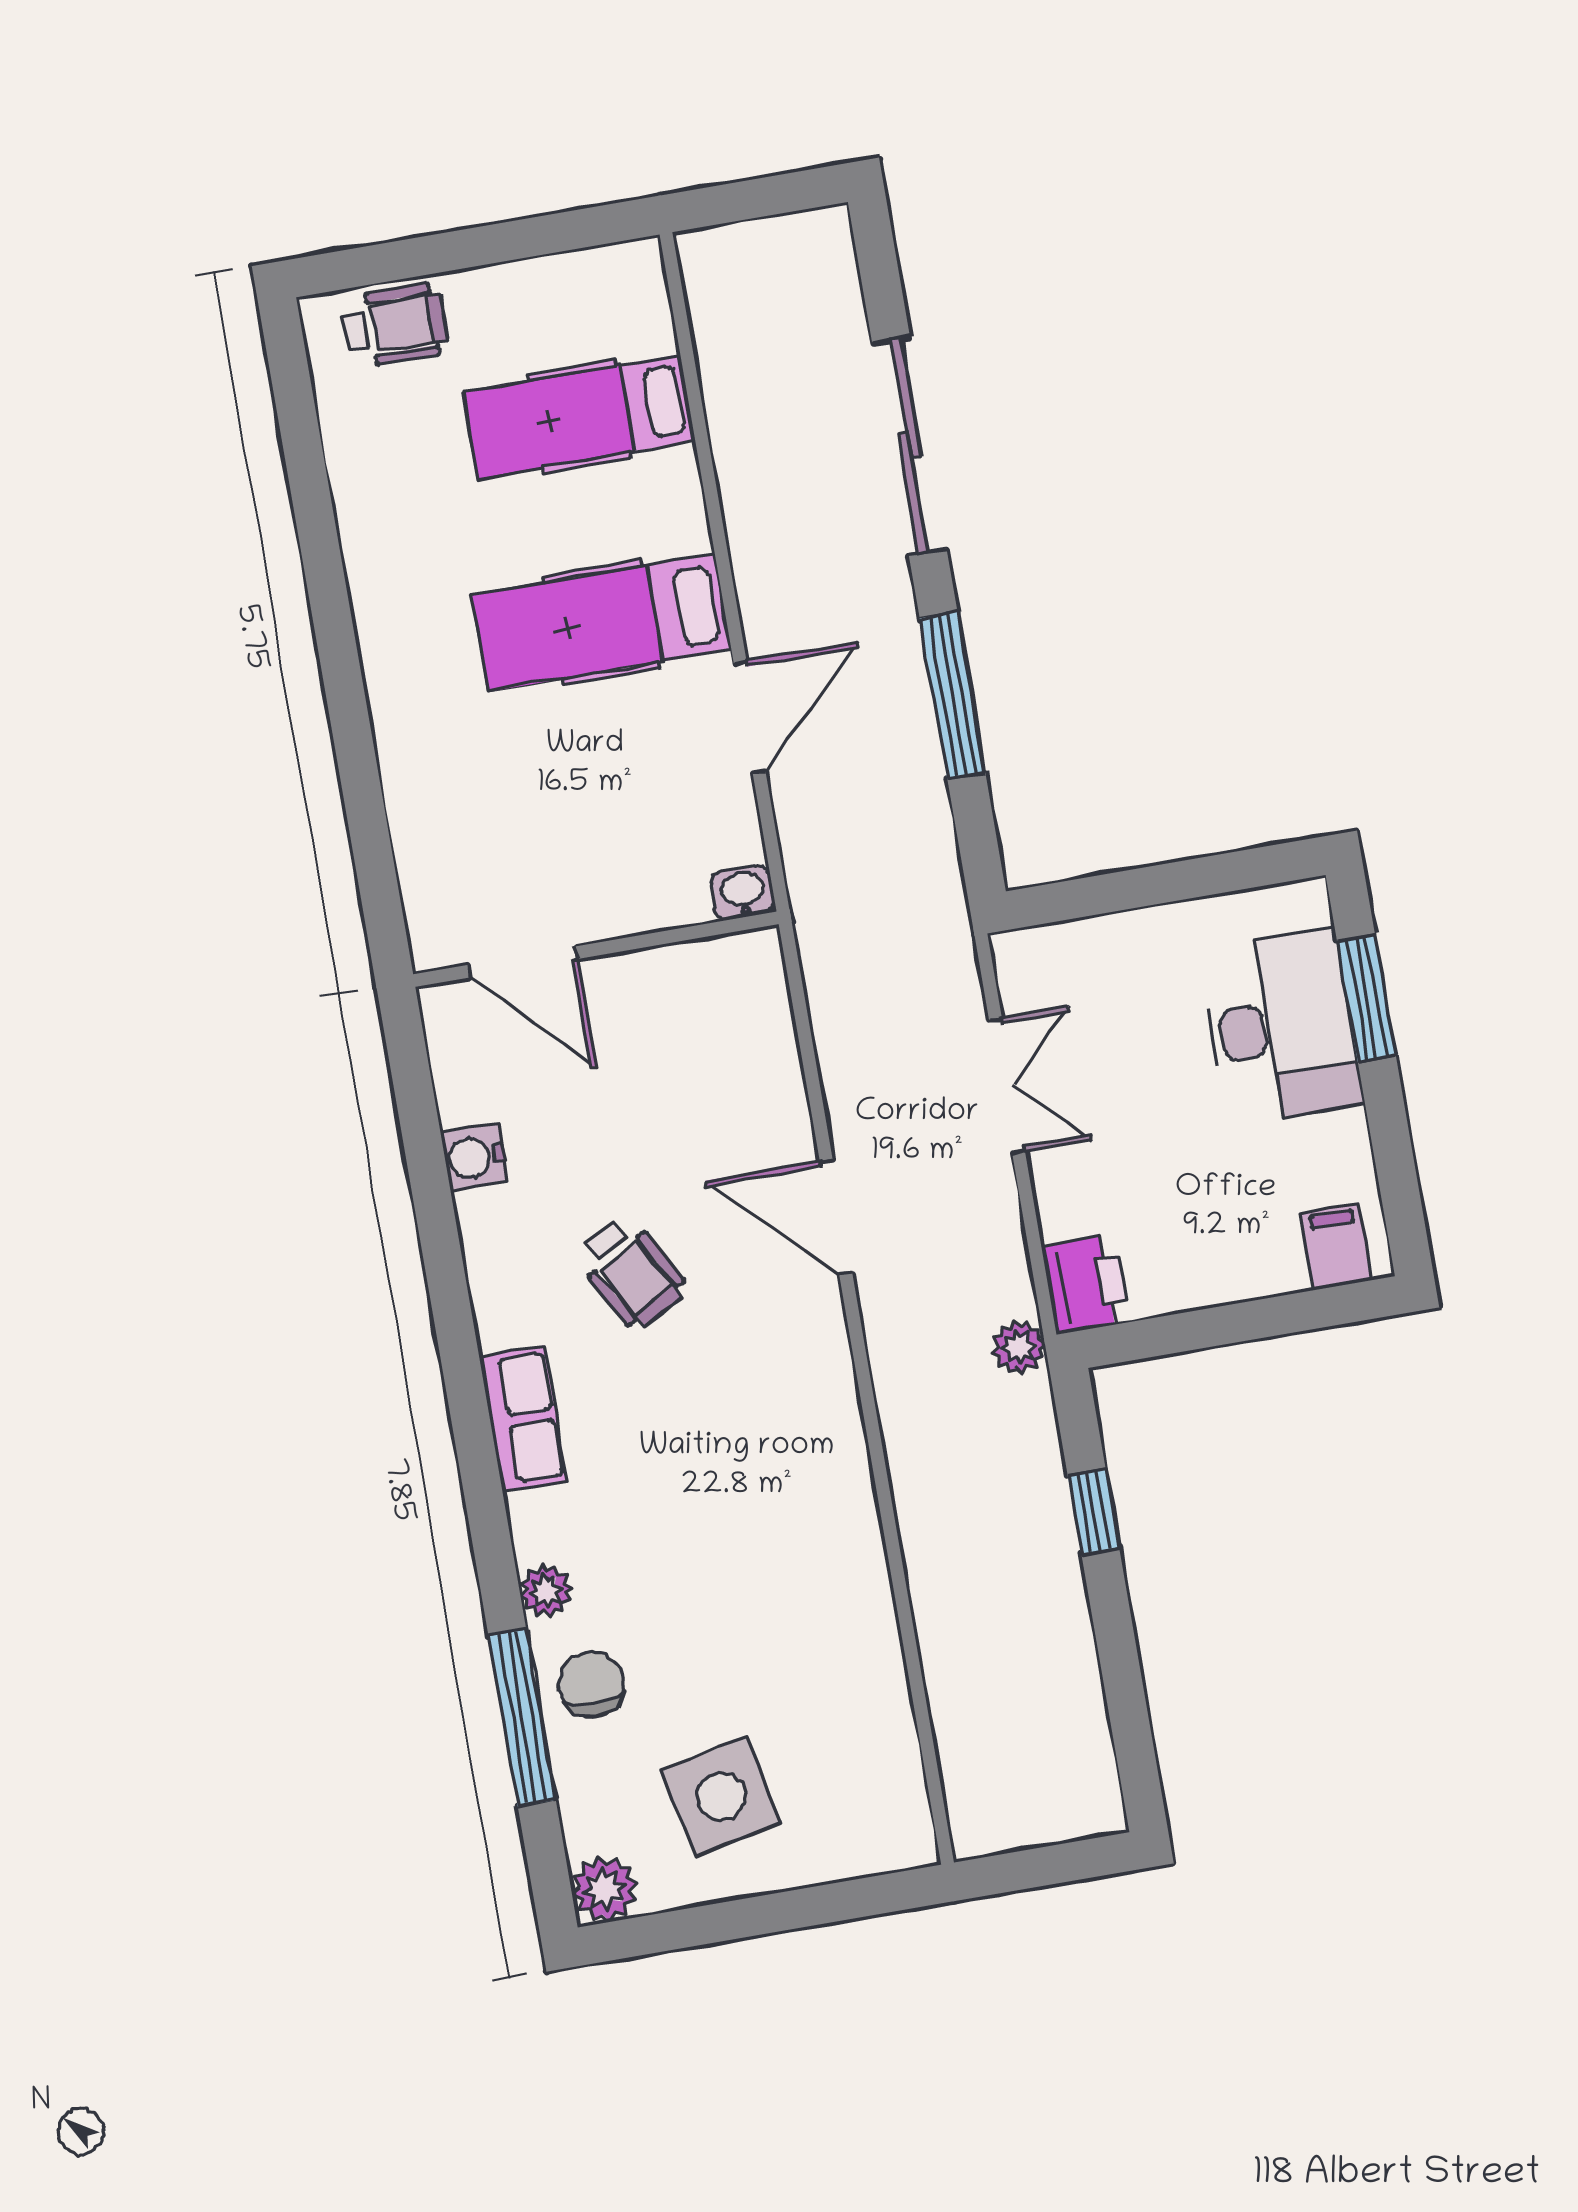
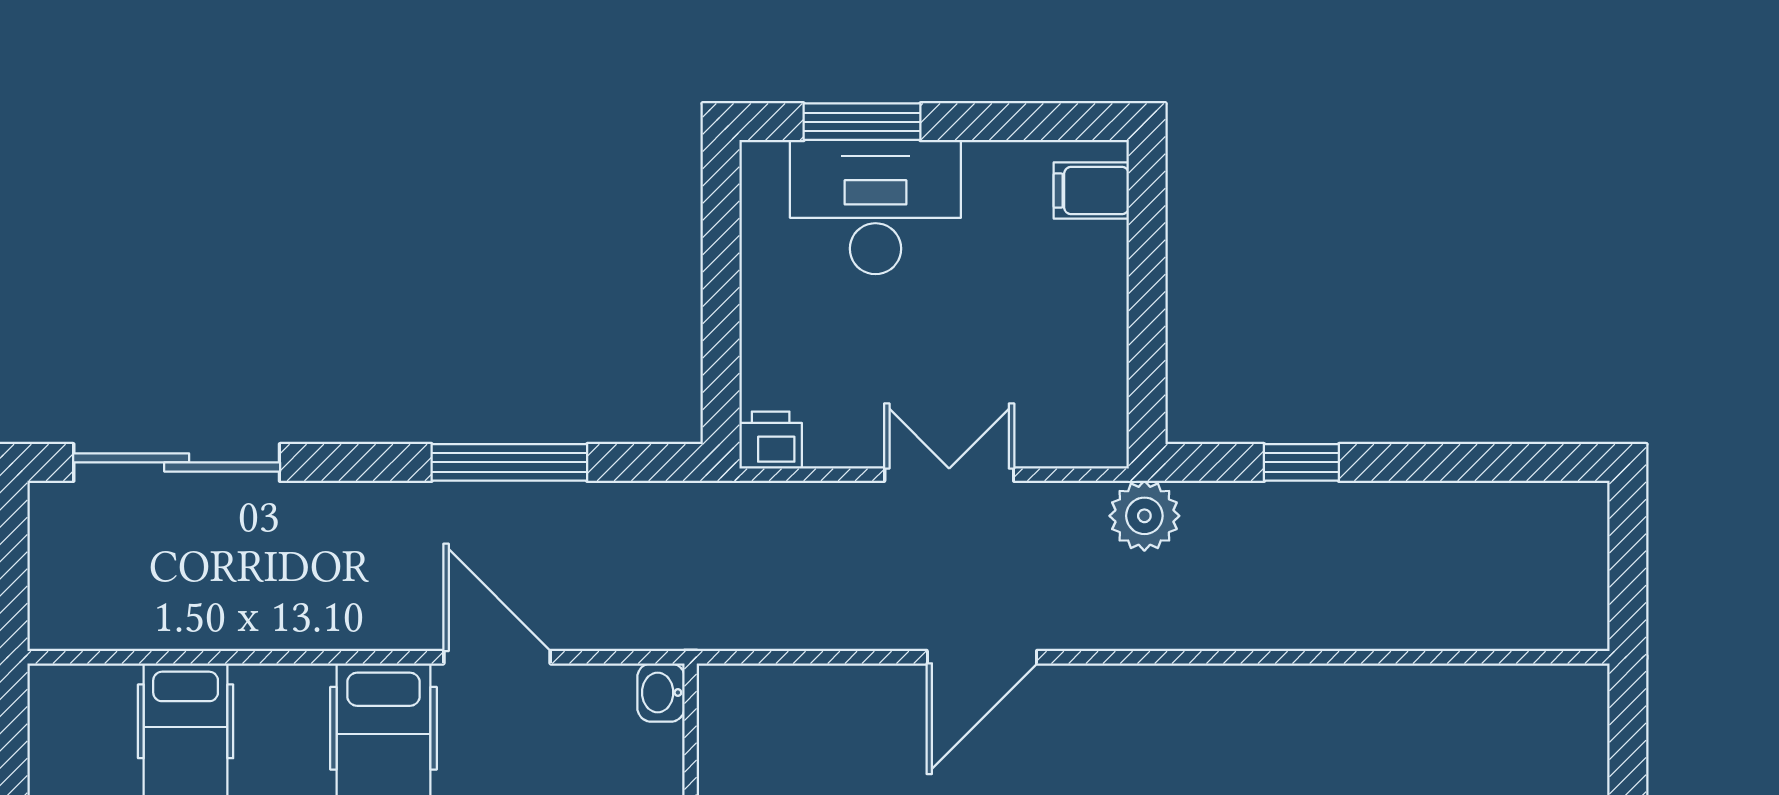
sliding door: (909, 445) -> (177, 462), moved
double door: (1007, 1086) -> (949, 475), moved
printer: (1085, 1284) -> (771, 440), moved, width x0.73, depth x0.81
plant: (1019, 1348) -> (1144, 516), width x1.38, depth x1.38

